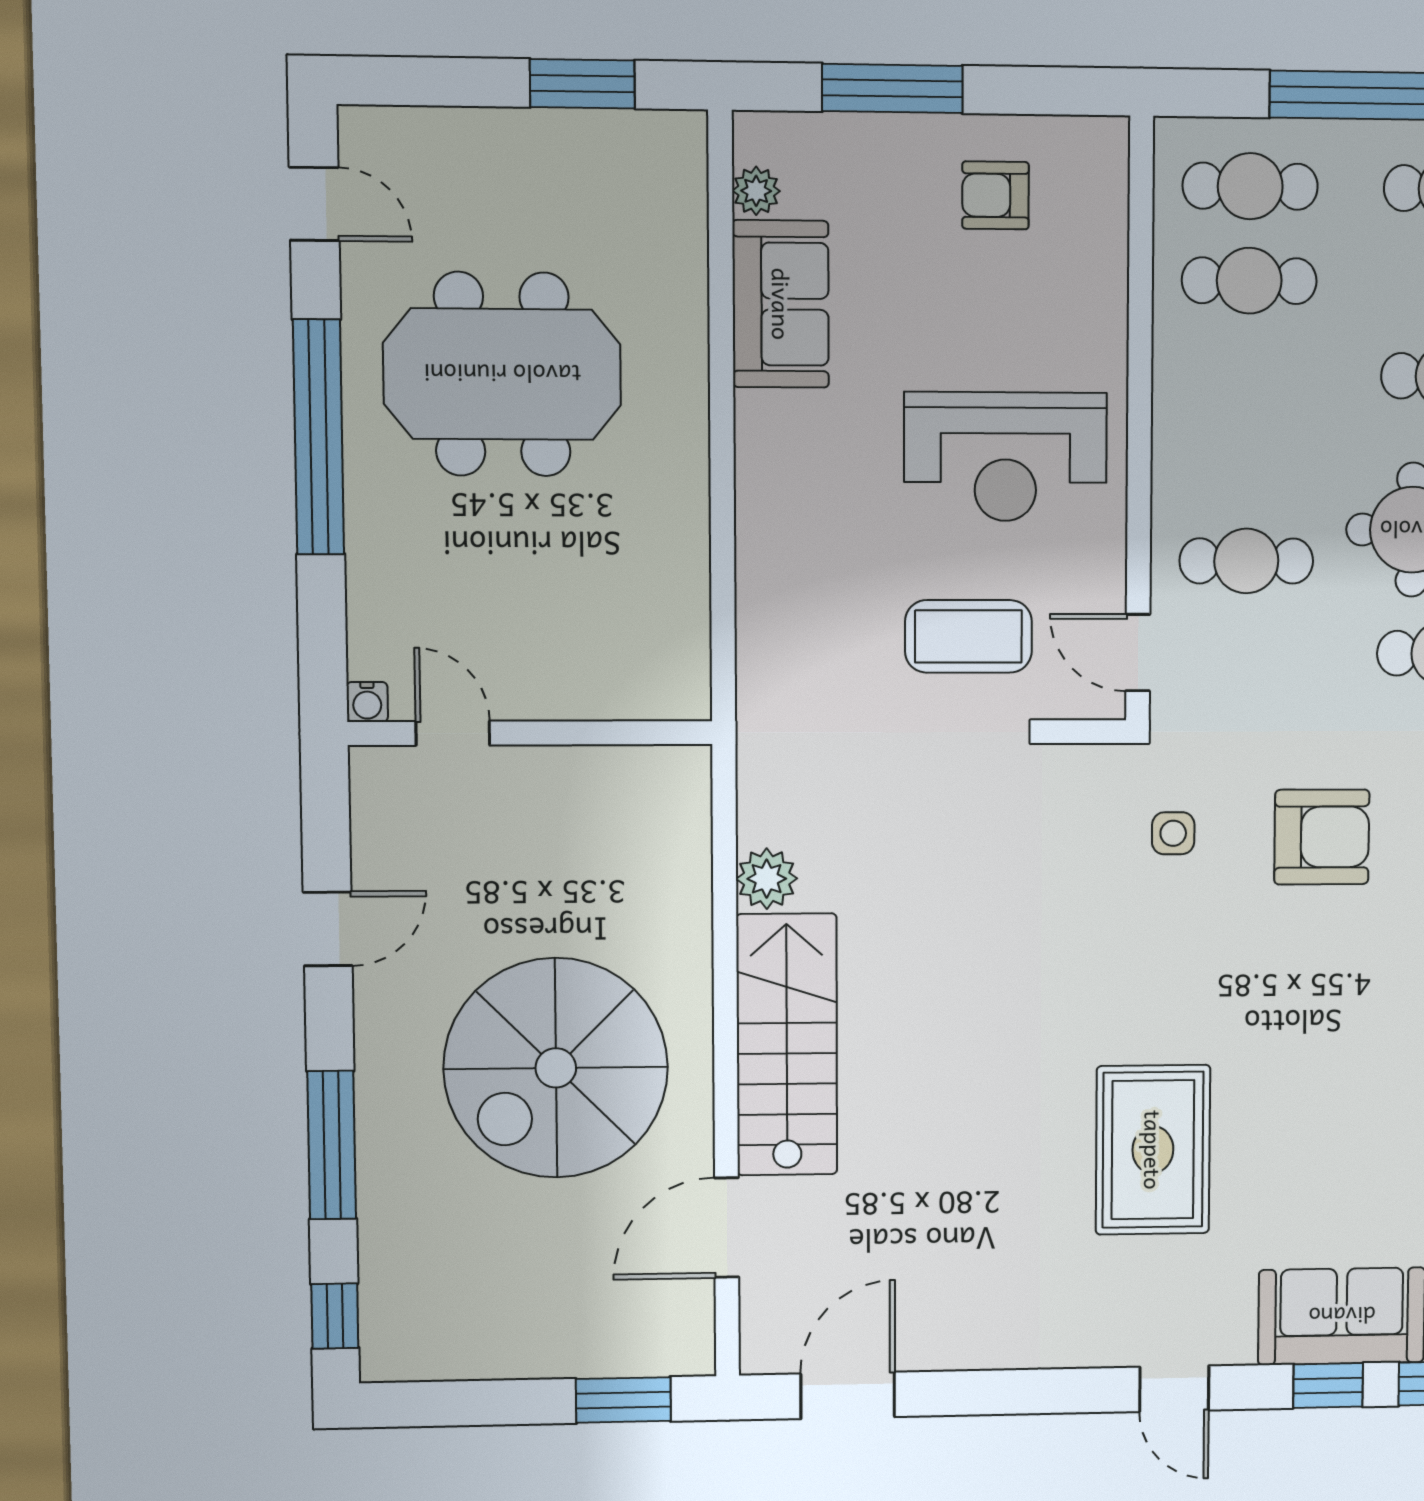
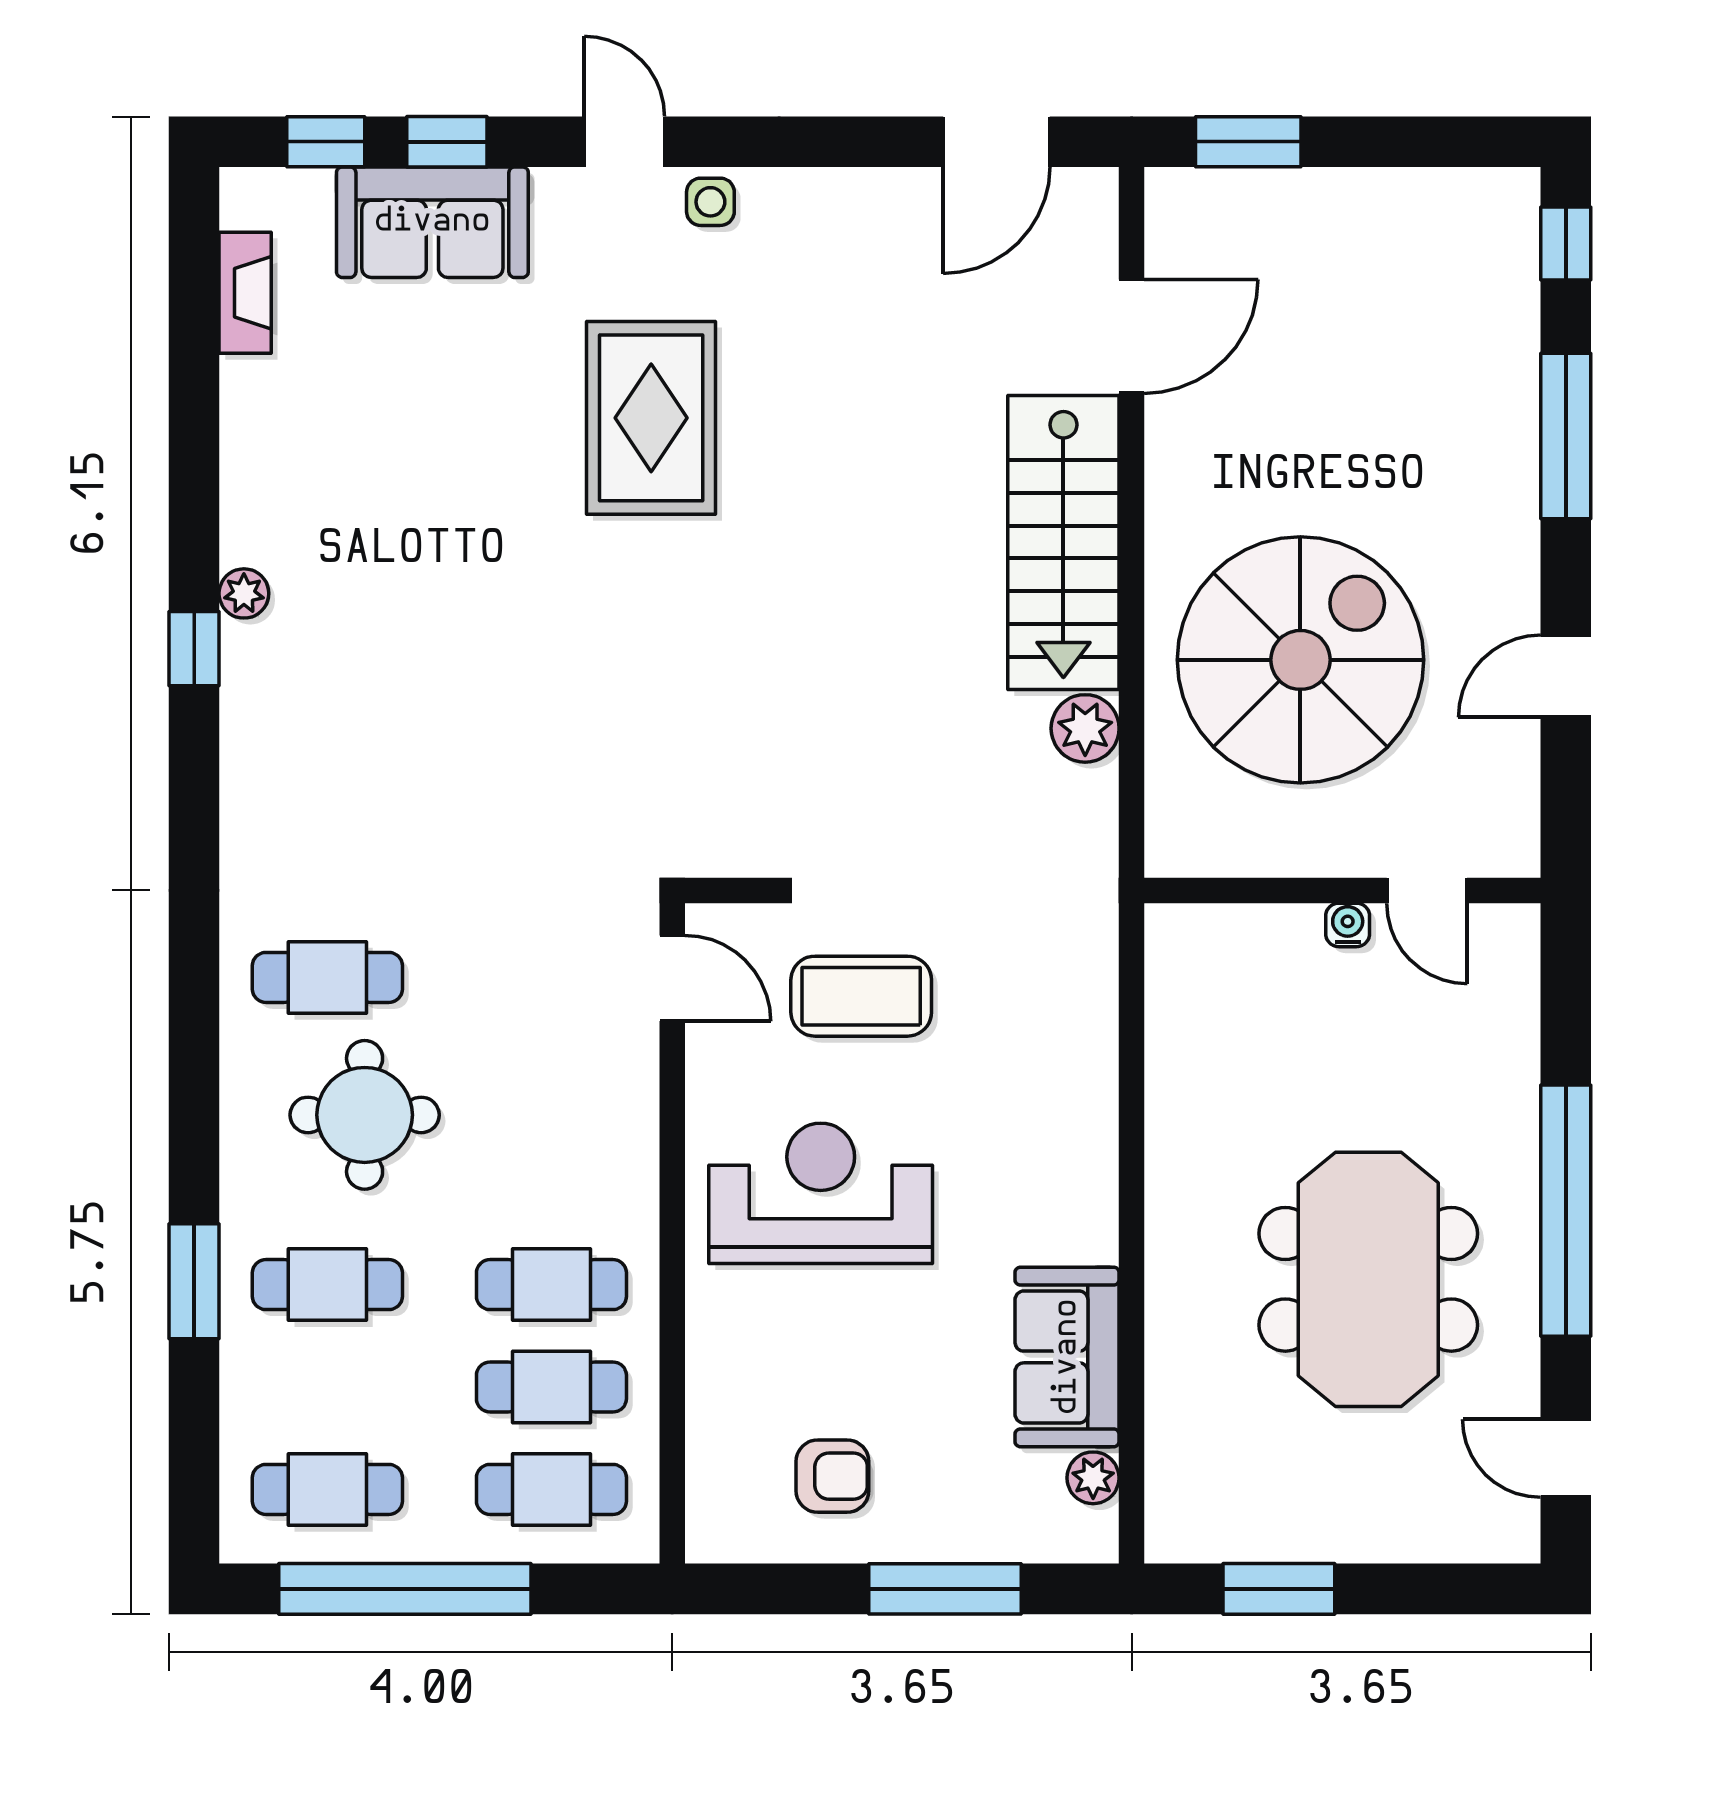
meeting table: (502, 374) -> (1368, 1279), turned 90
cafe table: (1246, 561) -> (551, 1285), moved
water cooler: (367, 702) -> (1348, 925), moved
side table: (1173, 833) -> (710, 202), moved
armchair: (1322, 837) -> (462, 771), removed
spiral stairs: (556, 1068) -> (1300, 660), moved

